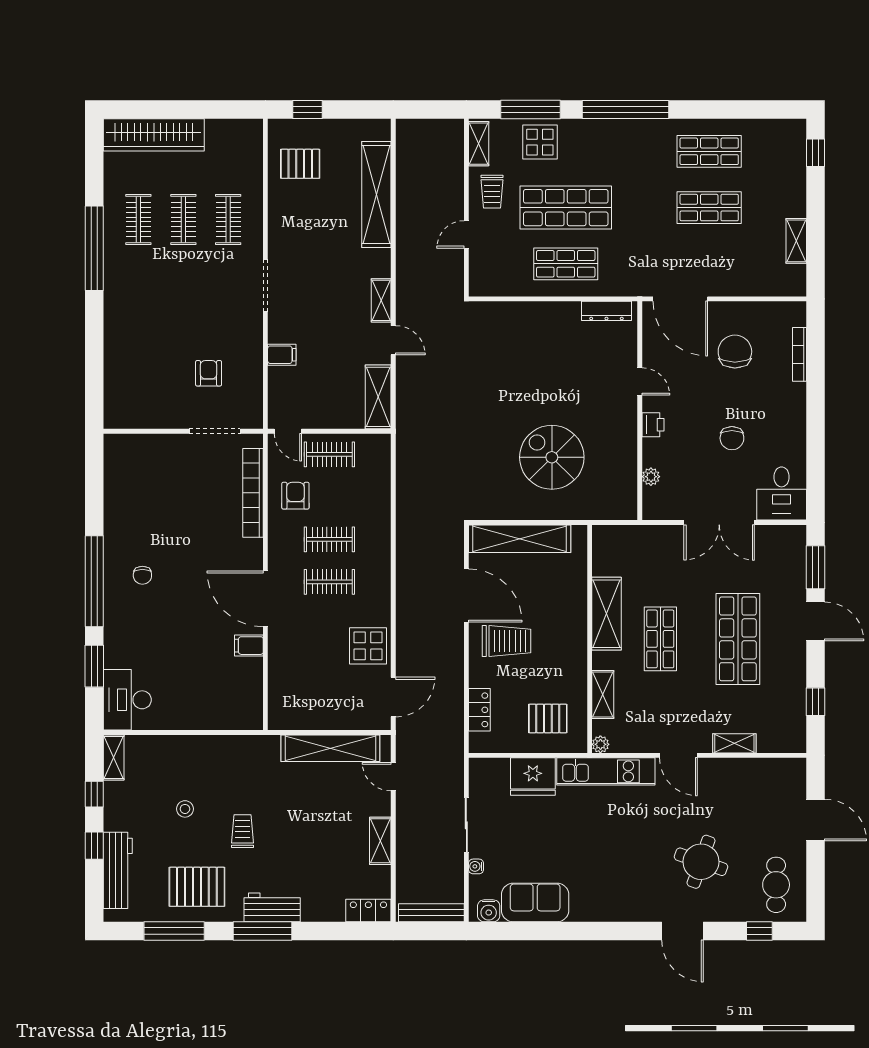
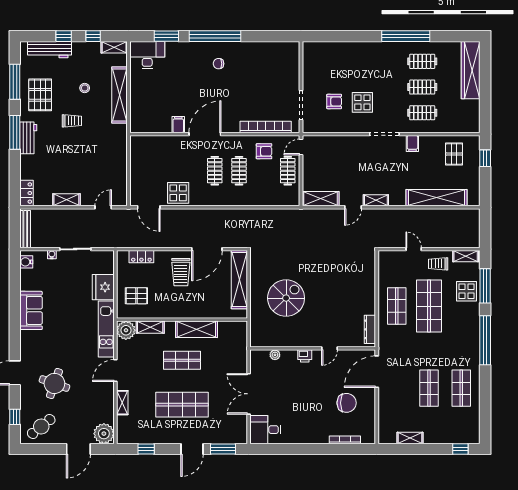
display table: (210, 324) -> (362, 102), added
filing cabinet: (282, 355) -> (412, 143), moved
chair: (732, 438) -> (297, 401), removed
pallet: (548, 718) -> (136, 296), turned 90
plant: (600, 744) -> (126, 330), width x1.88, depth x1.88
shelving: (330, 748) -> (119, 95), moved
plant: (789, 775) -> (104, 434), added
cafe table: (776, 885) -> (41, 426), turned -39
sofa: (535, 902) -> (31, 310), moved

